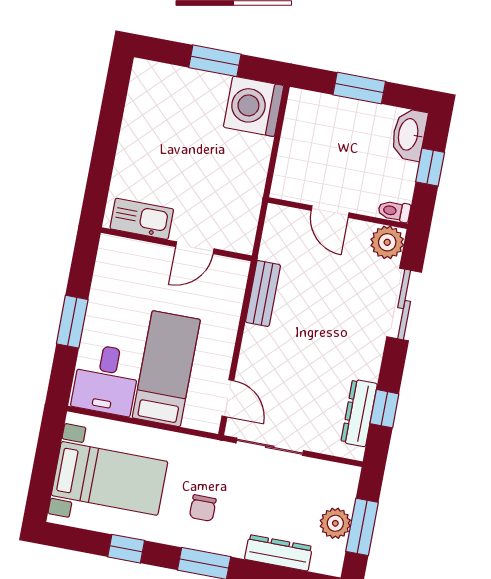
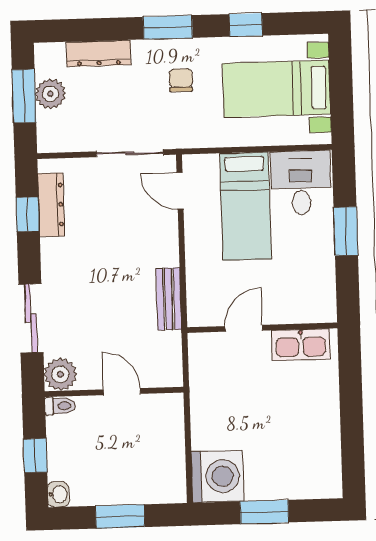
washbasin: (409, 135) -> (58, 494), width x0.52, depth x0.69

